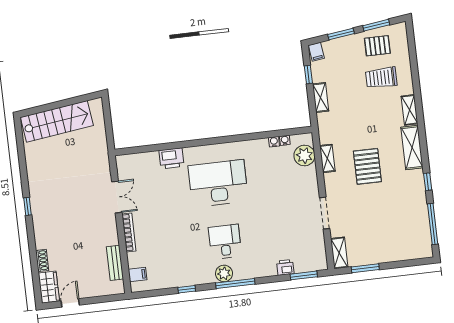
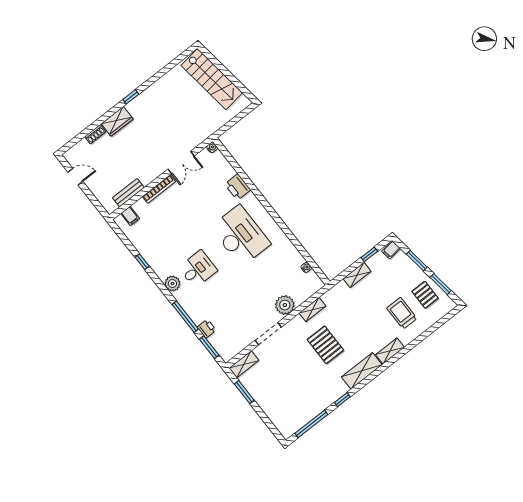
water cooler: (274, 142) -> (212, 147), moved
plant: (304, 156) -> (285, 305), moved
pallet: (367, 166) -> (325, 345), turned 90
window: (235, 284) -> (185, 317), moved
wardrobe: (49, 287) -> (117, 121), moved

